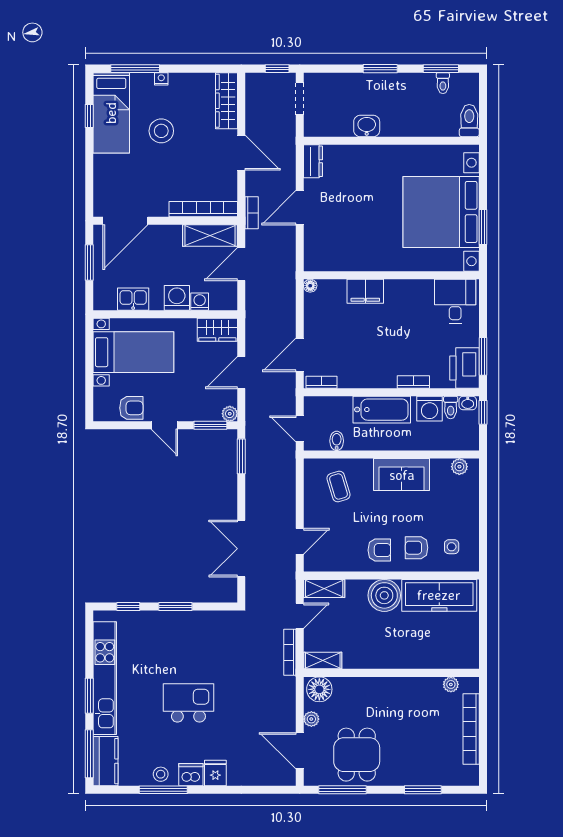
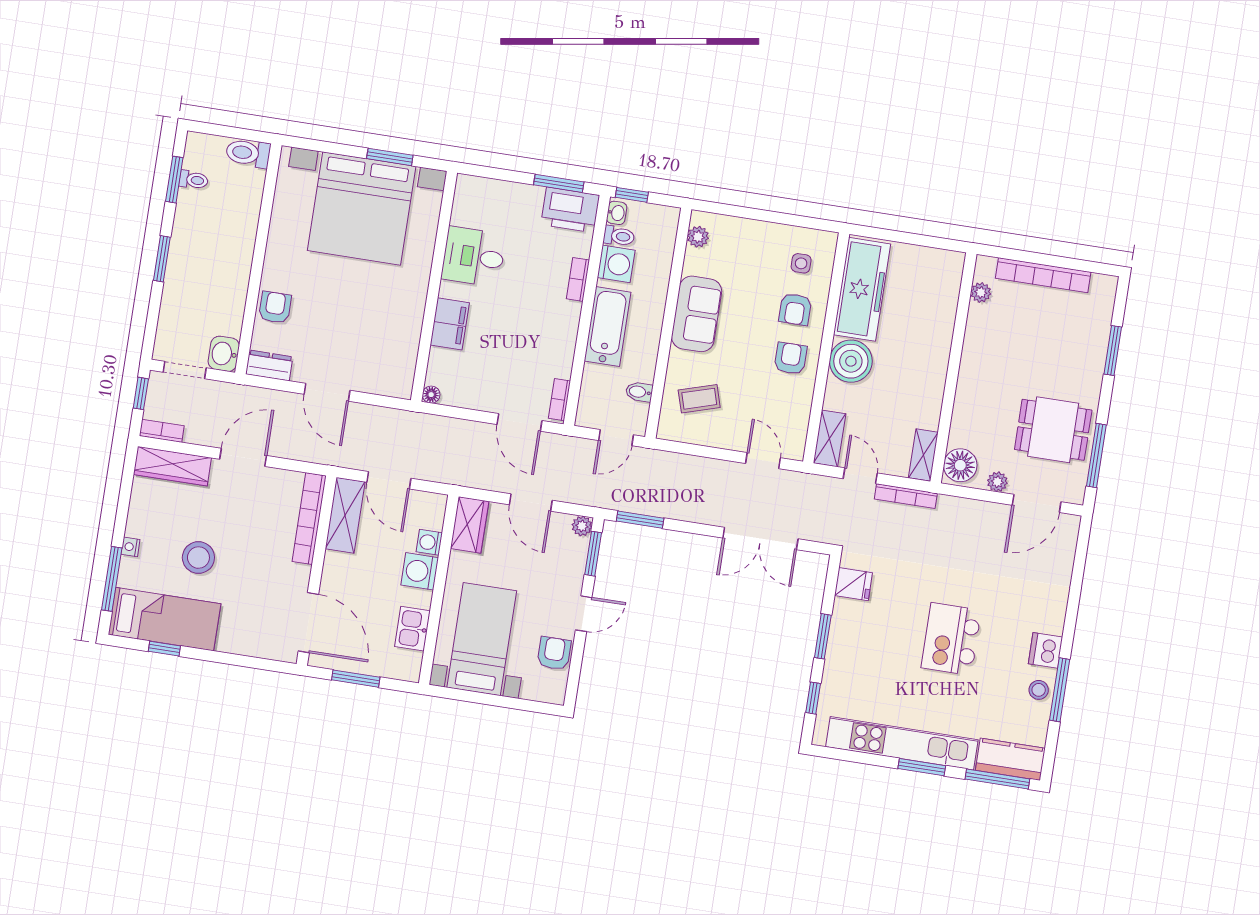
washbasin: (367, 126) -> (224, 354), moved
armchair: (357, 159) -> (275, 307), added
bookcase: (252, 213) -> (162, 431), moved
desk: (455, 301) -> (474, 257), moved
fridge: (215, 773) -> (853, 584), moved, turned 180

